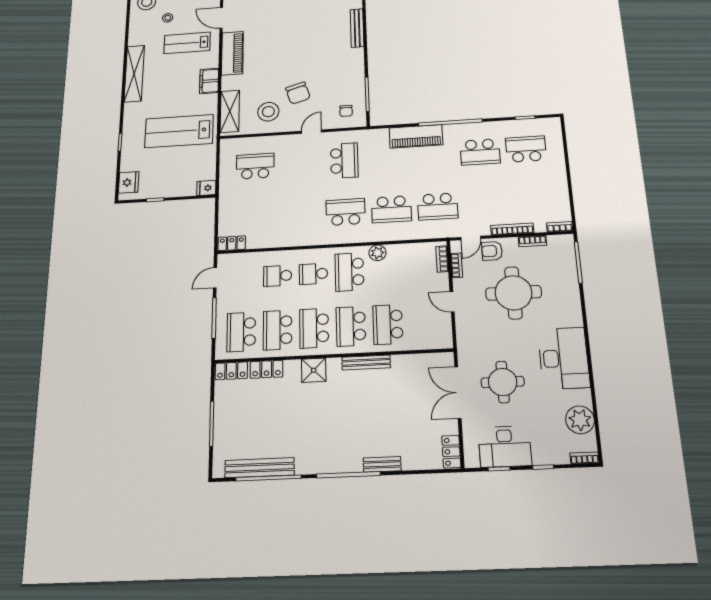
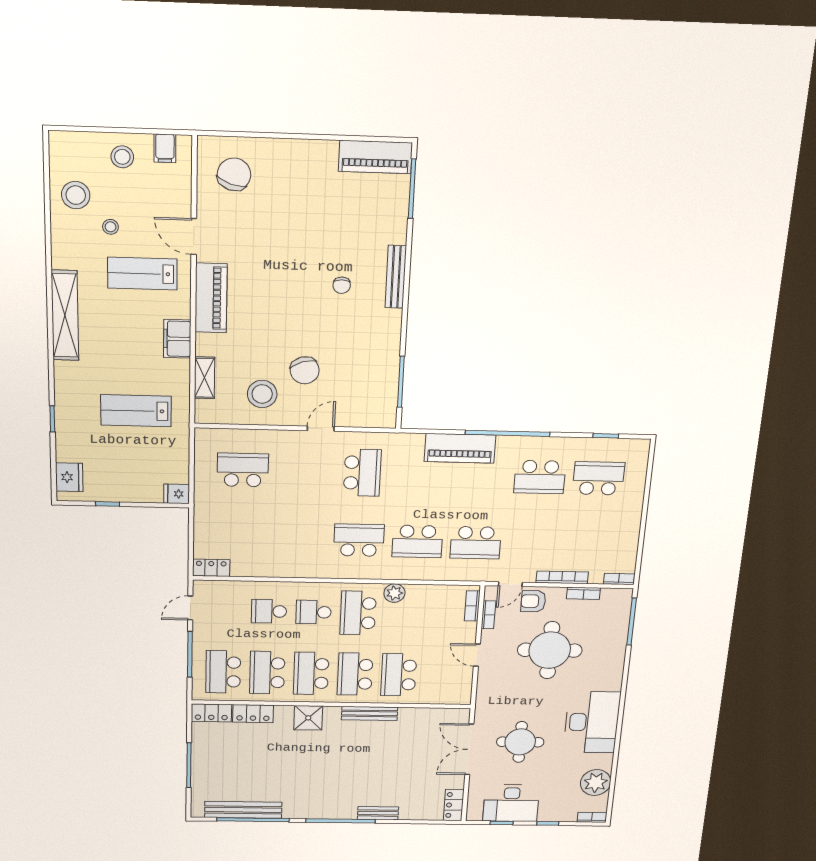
shelving: (230, 111) -> (204, 378), width x0.67, depth x0.75
chair: (346, 111) -> (342, 285), moved
lab bench: (179, 131) -> (136, 411), width x0.73, depth x0.72

